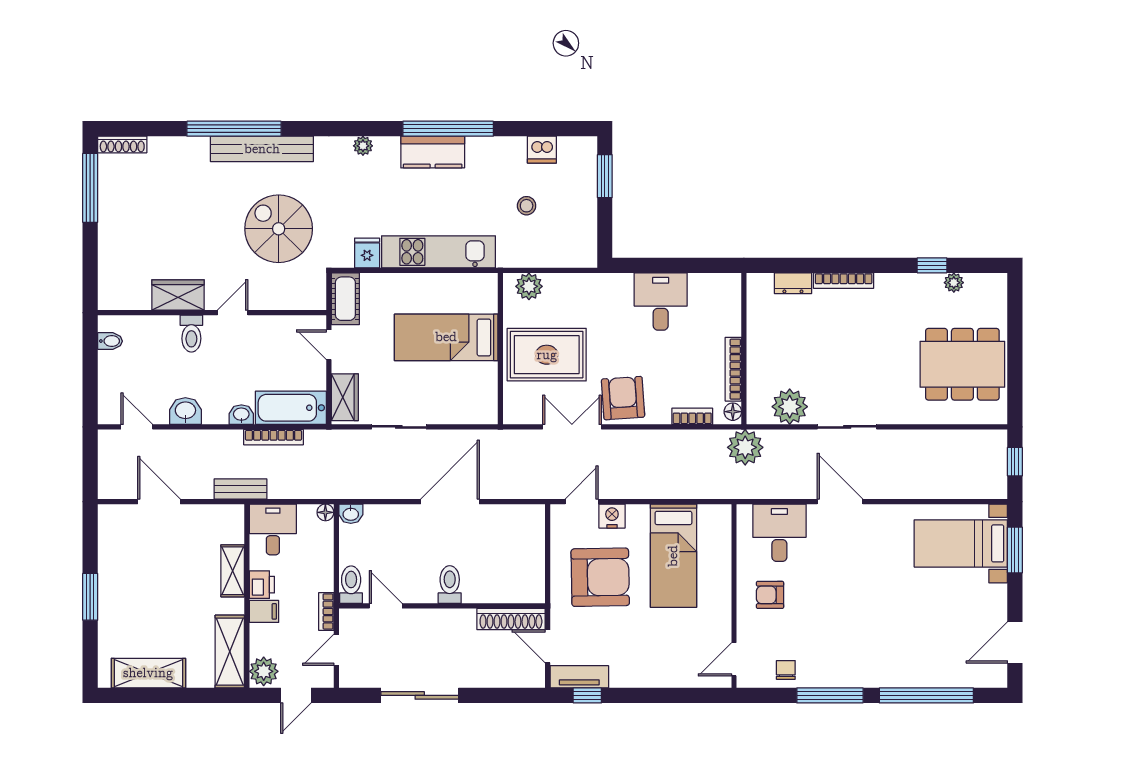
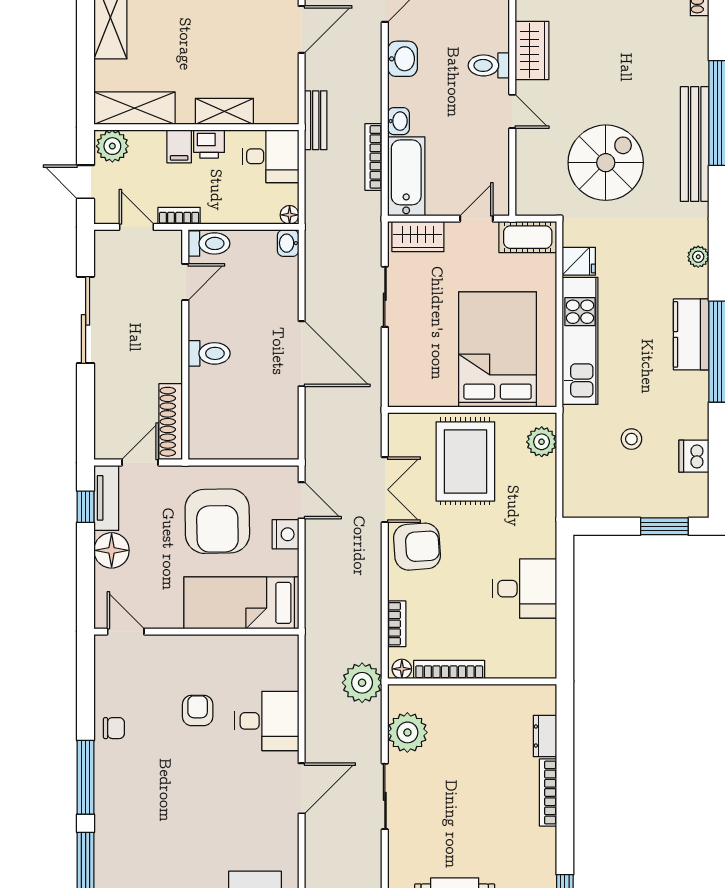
bed: (446, 337) -> (498, 349), width x1.50
wall: (734, 596) -> (196, 632), moved
door: (734, 659) -> (126, 632), moved
floor lamp: (626, 672) -> (112, 550), added

